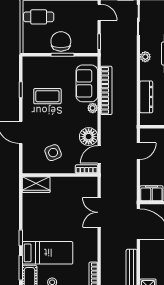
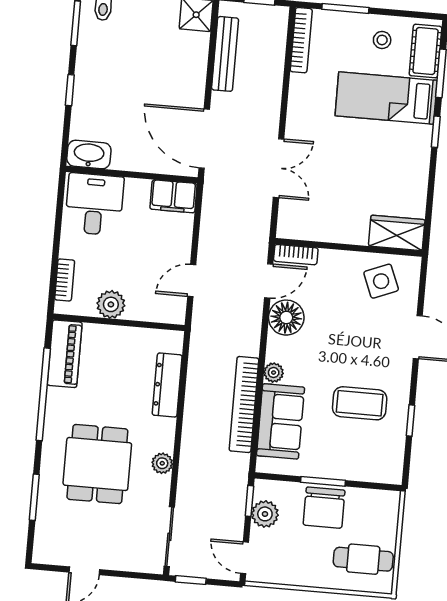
plant: (91, 36) -> (265, 514), added
side table: (53, 153) -> (381, 281), moved

